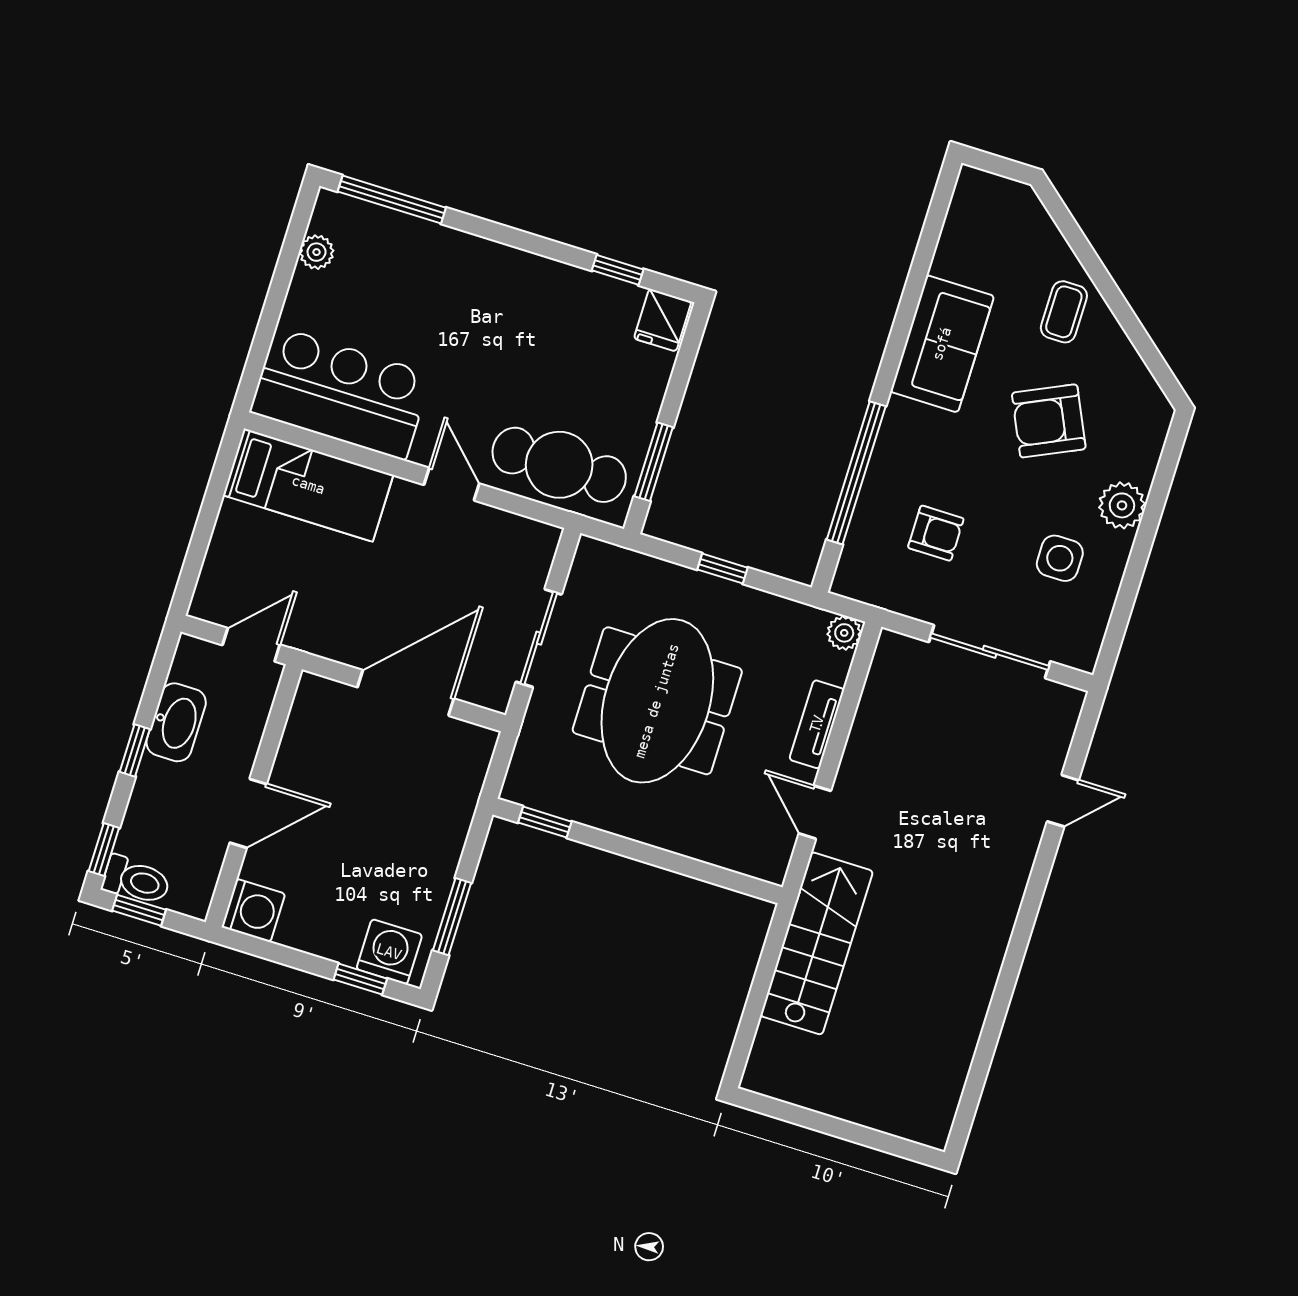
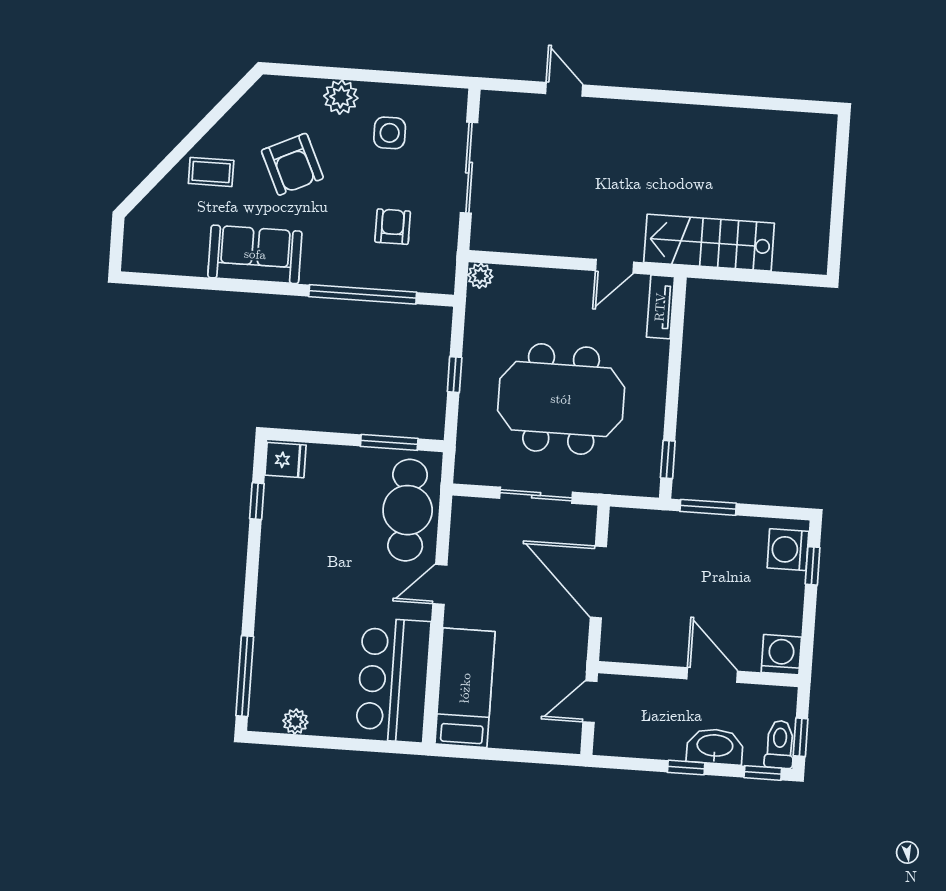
door: (251, 645) -> (590, 702), hinge flipped
washbasin: (176, 722) -> (715, 746), moved
tv unit: (817, 724) -> (660, 307), moved, turned 90
window: (452, 917) -> (708, 507), moved

